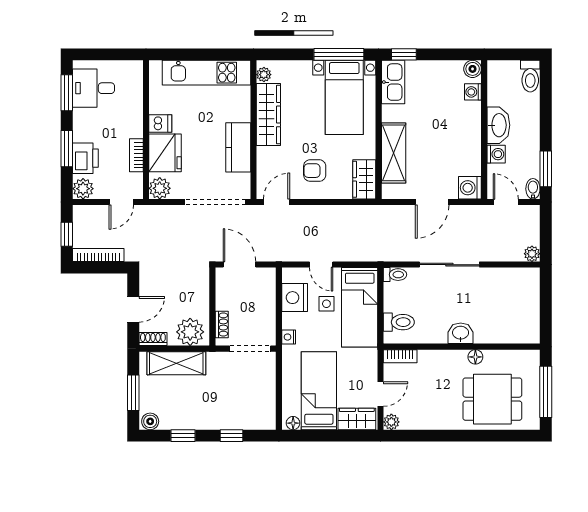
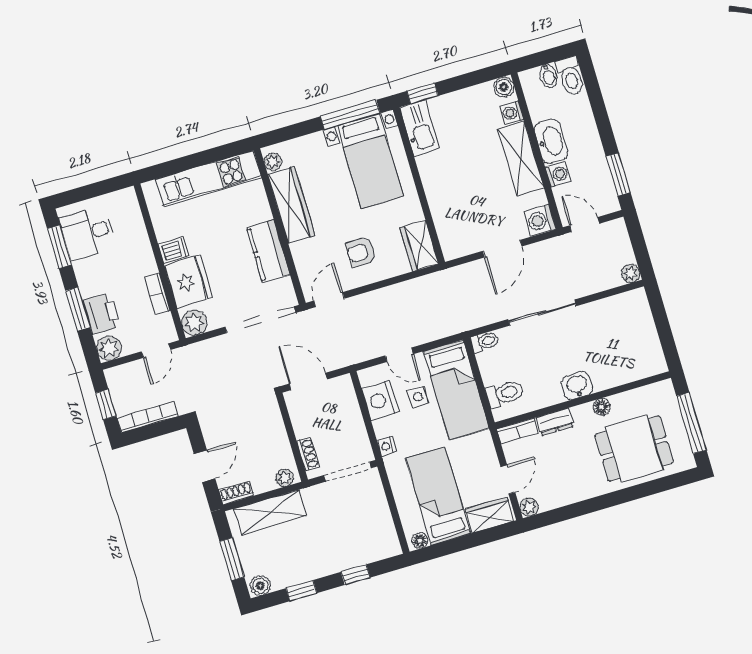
shelving: (394, 153) -> (521, 158), moved
bidet: (533, 189) -> (548, 76), moved, turned 180
plant: (190, 332) -> (285, 478), width x0.53, depth x0.53
dresser: (433, 358) -> (555, 422), added

